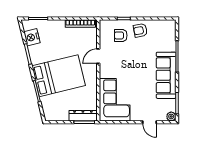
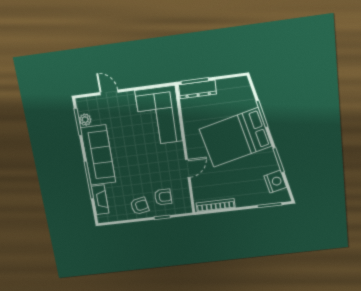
fireplace: (171, 39) -> (100, 200), added
plant: (171, 116) -> (85, 120), moved

